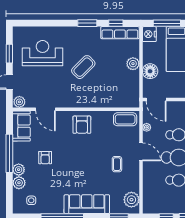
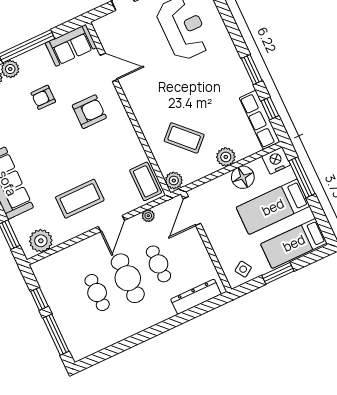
coffee table: (83, 67) -> (184, 138), moved
floor lamp: (150, 71) -> (243, 177), moved
plant: (19, 102) -> (174, 181), moved
door: (45, 109) -> (109, 67), swing flipped
armchair: (82, 125) -> (89, 112), moved, turned 180
coffee table: (117, 164) -> (80, 199), width x1.86, depth x1.72

